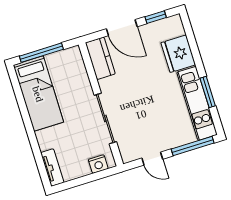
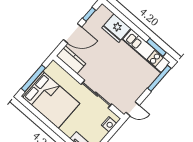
window: (208, 92) -> (156, 47), moved
bed: (38, 94) -> (50, 100), width x1.50
door: (152, 159) -> (133, 109), moved

